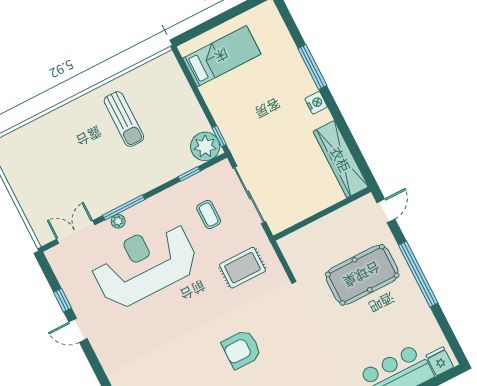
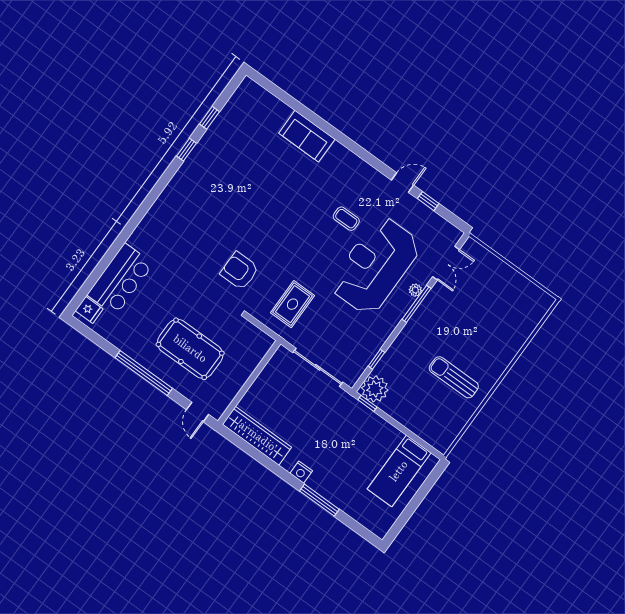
coffee table: (209, 215) -> (346, 219), moved
reception desk: (144, 264) -> (375, 266), turned 180
pool table: (362, 275) -> (190, 349), turned 90
armchair: (242, 349) -> (240, 271), moved, turned -90

